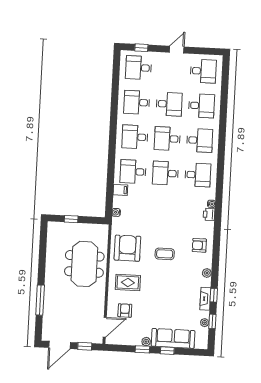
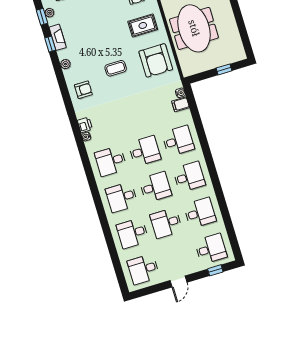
filing cabinet: (120, 190) -> (180, 104), moved

